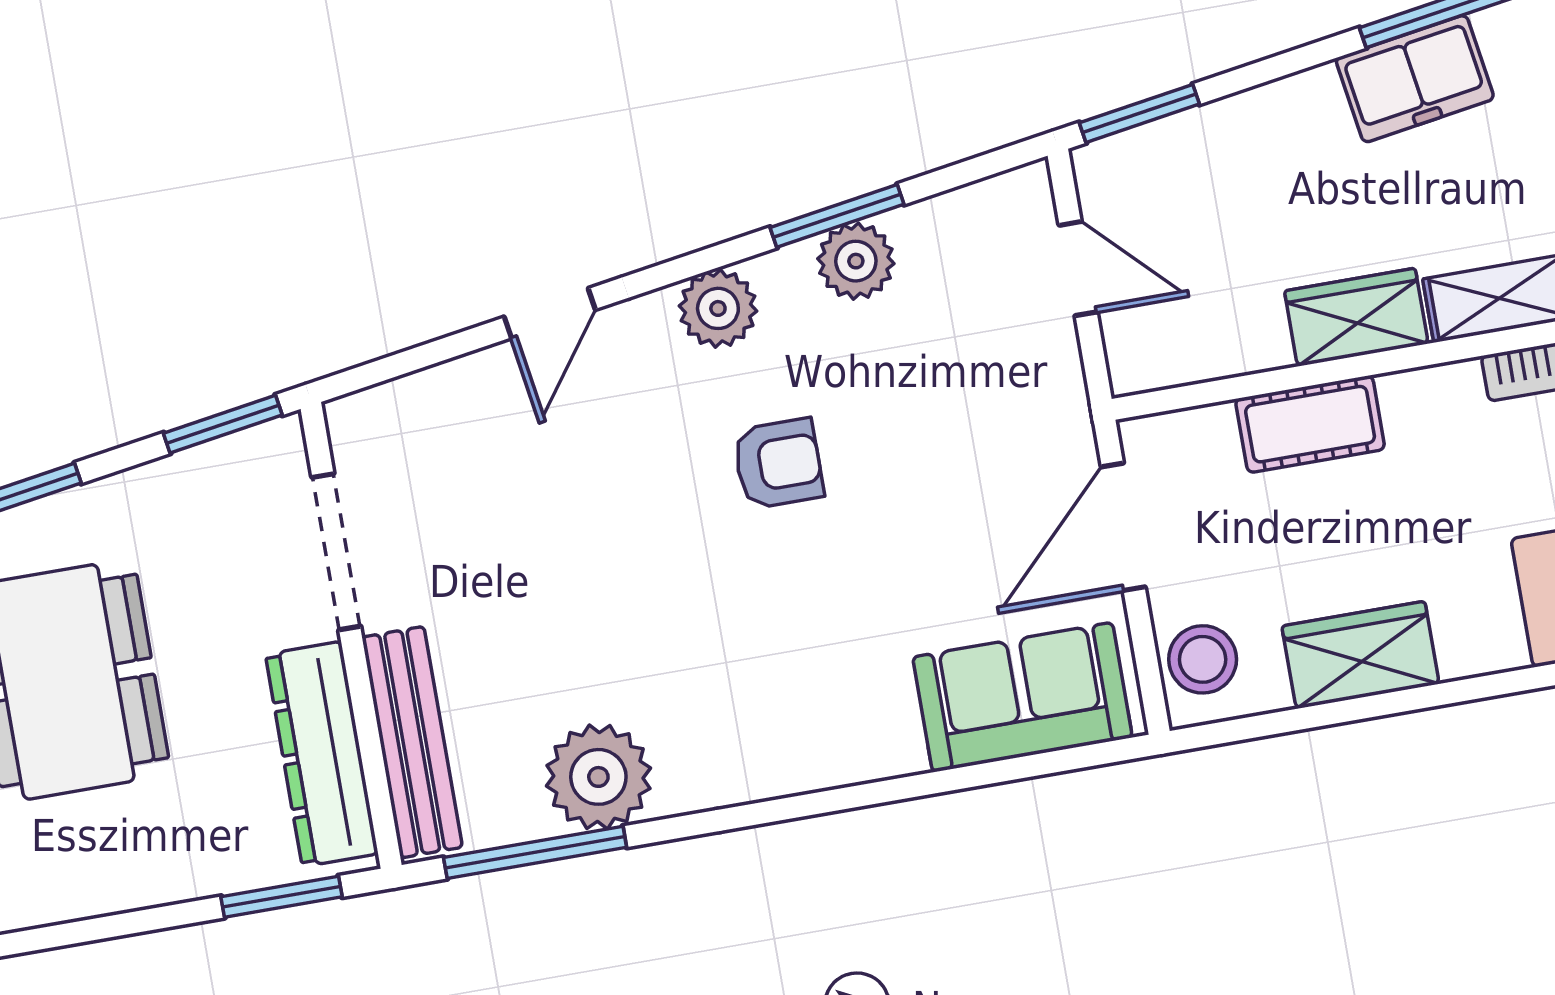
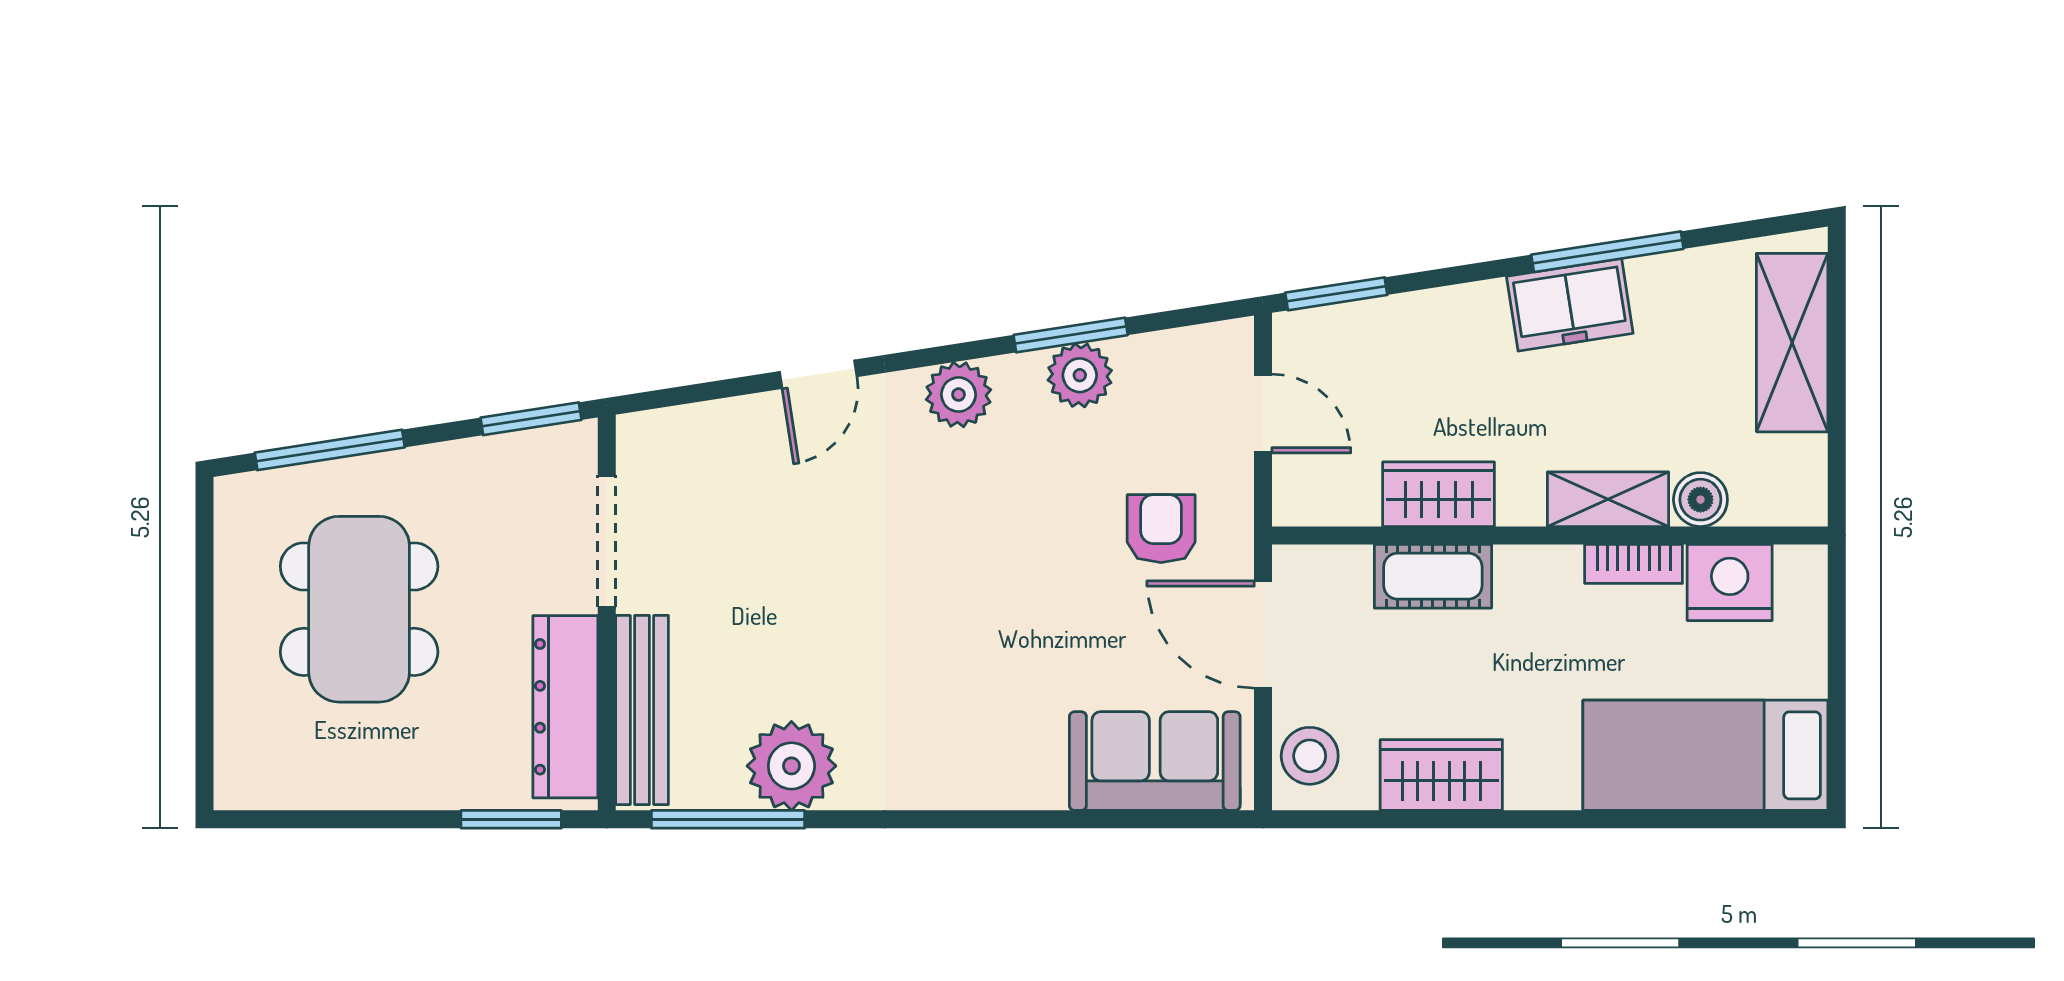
wardrobe: (1356, 317) -> (1439, 494), moved
armchair: (778, 464) -> (1161, 529), moved, turned -90
door: (1123, 527) -> (1263, 634), hinge flipped

